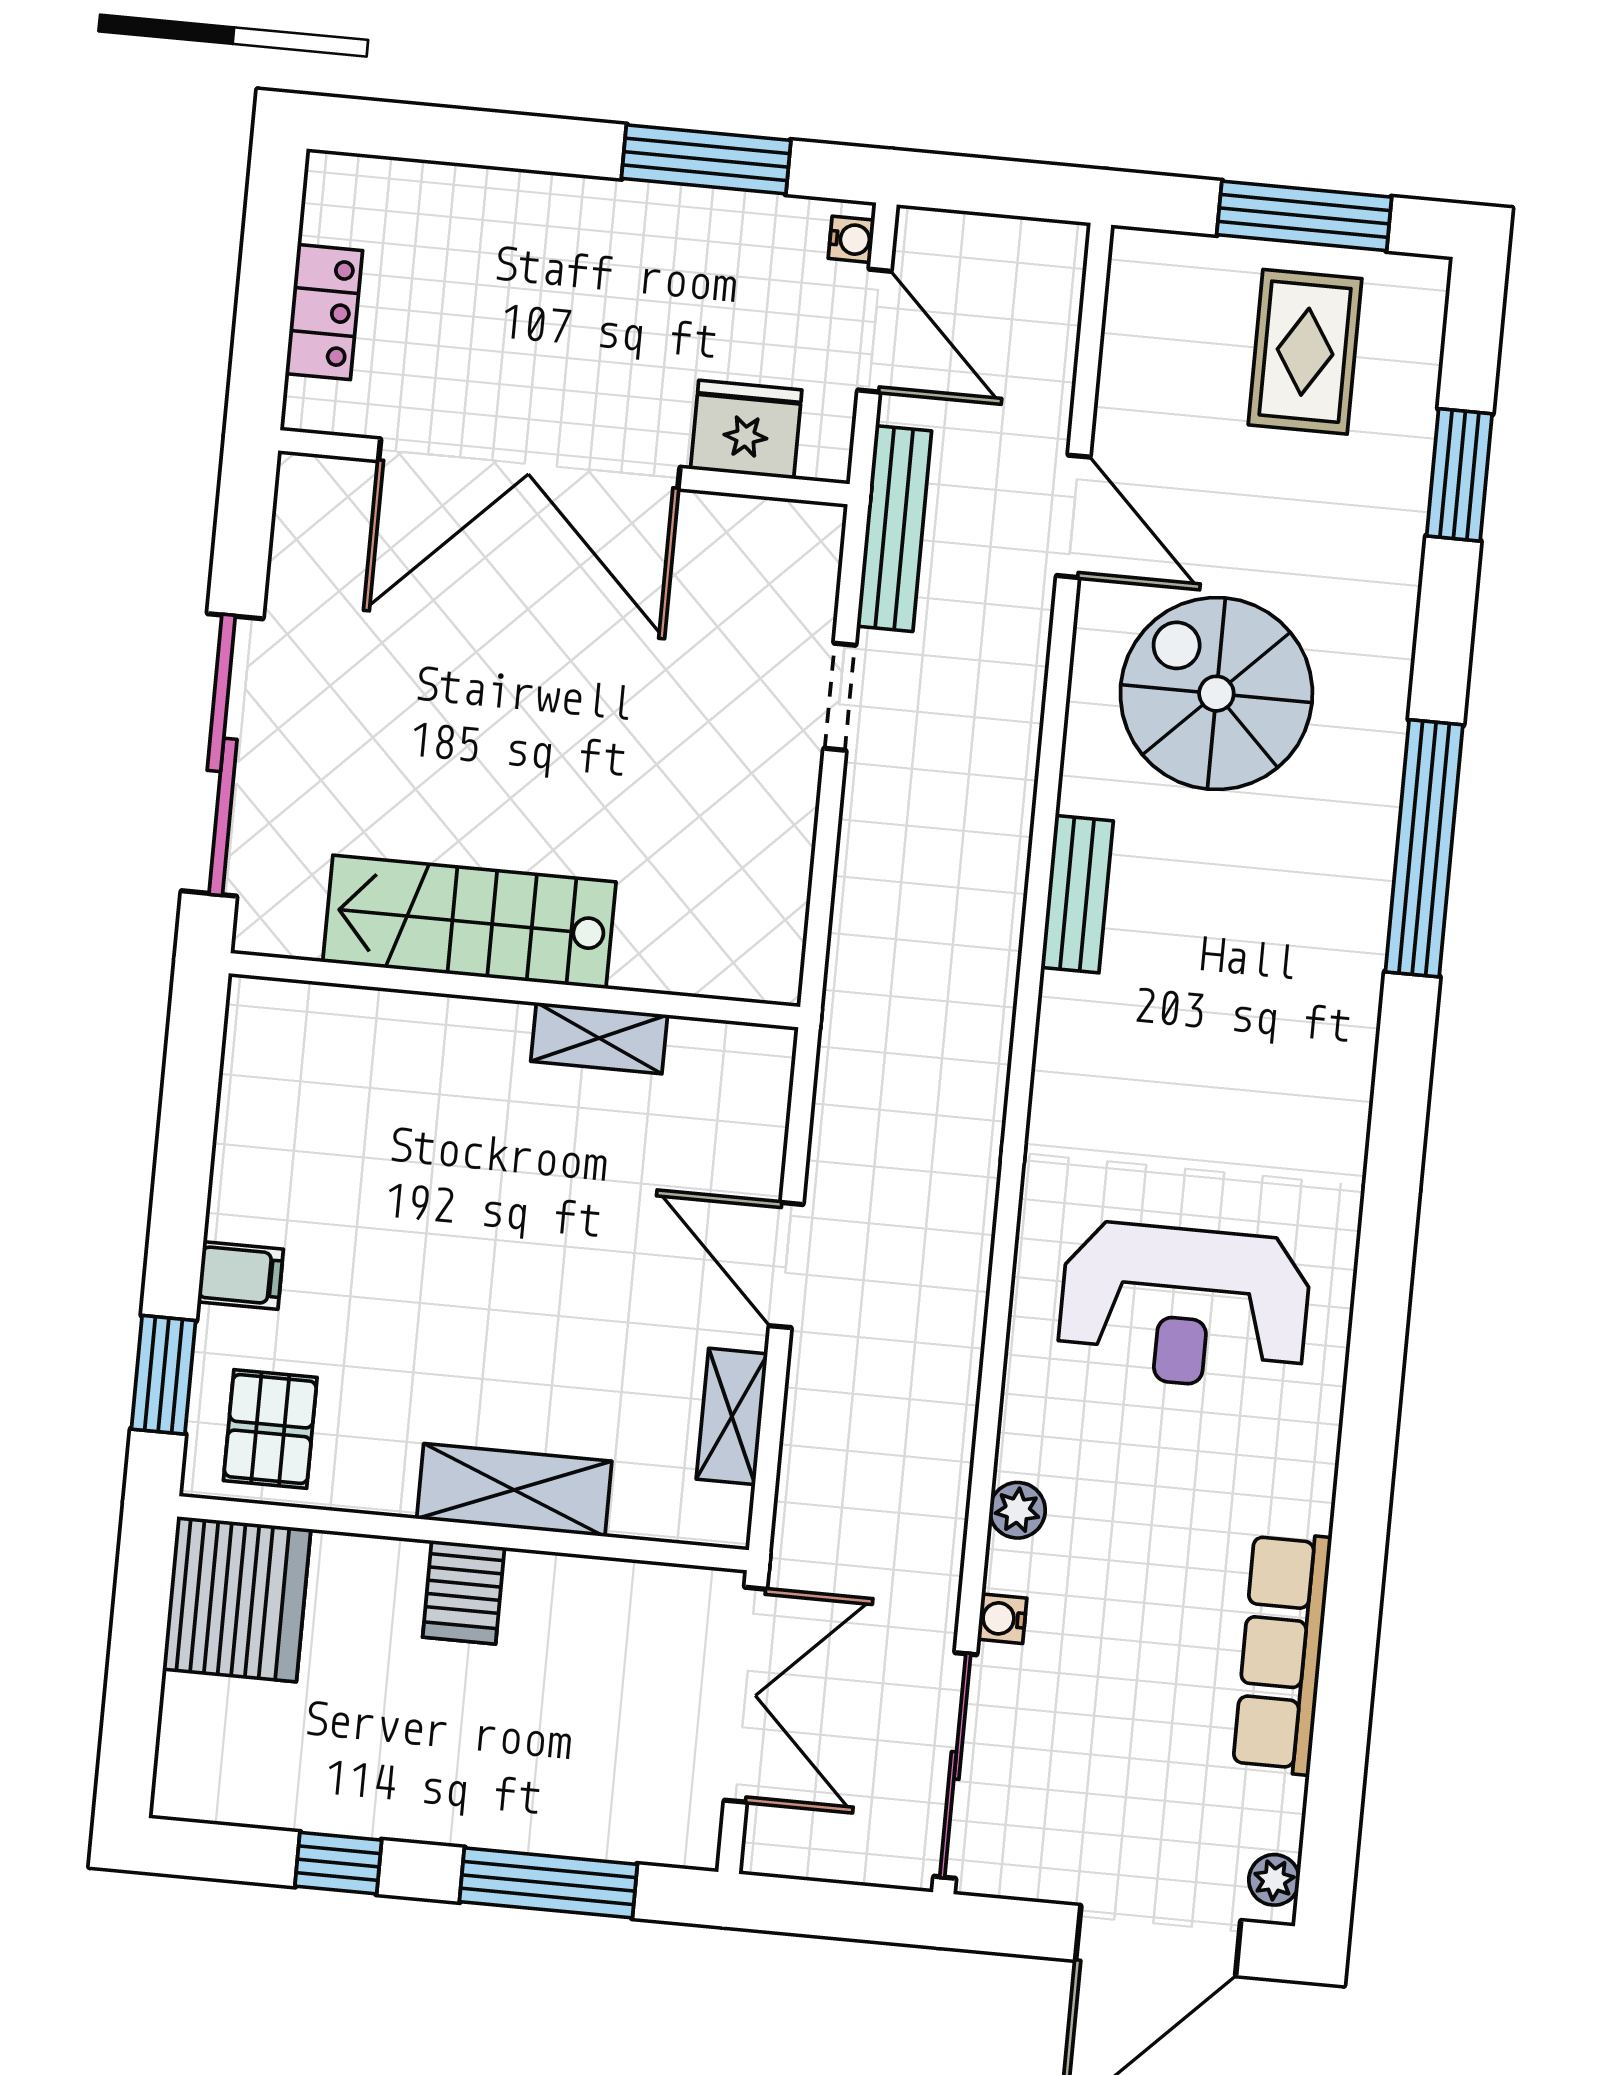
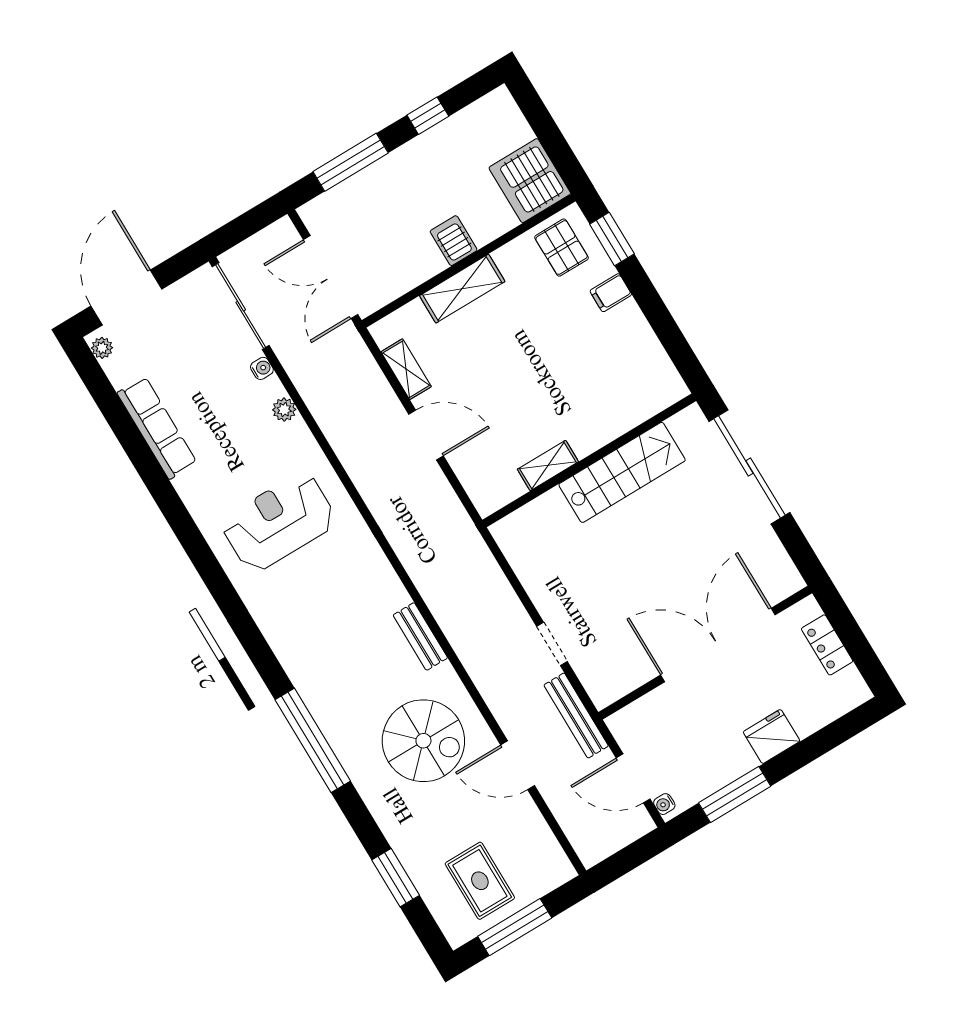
fridge: (746, 429) -> (772, 737), moved, turned 180

